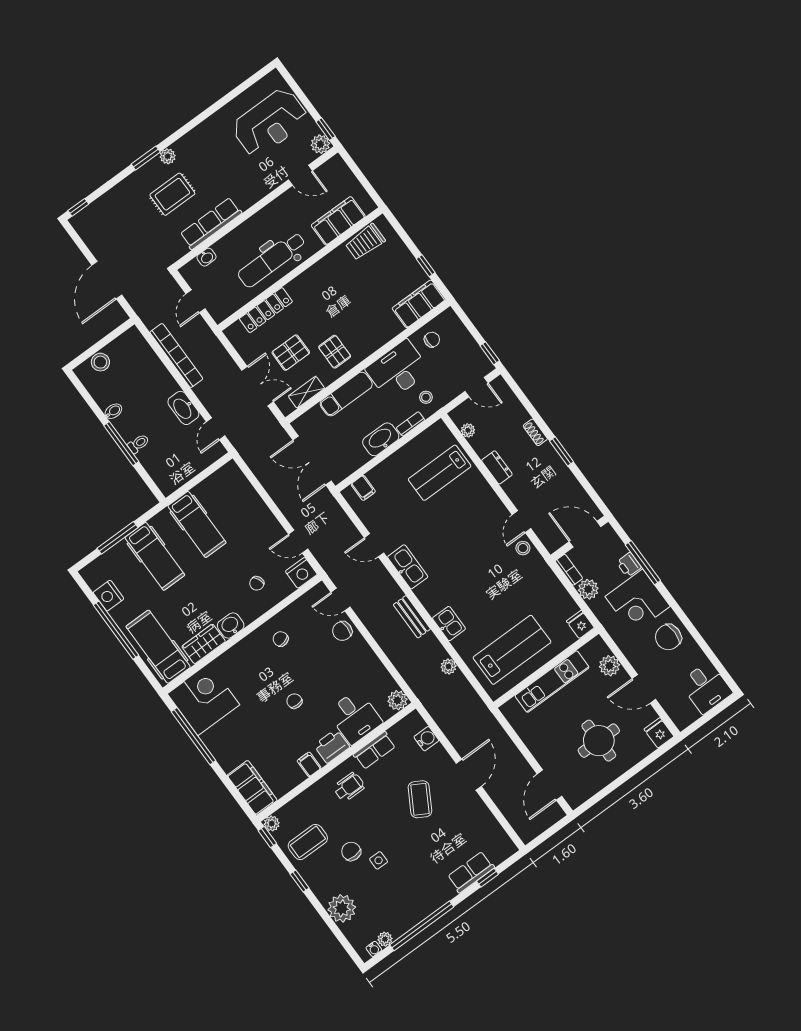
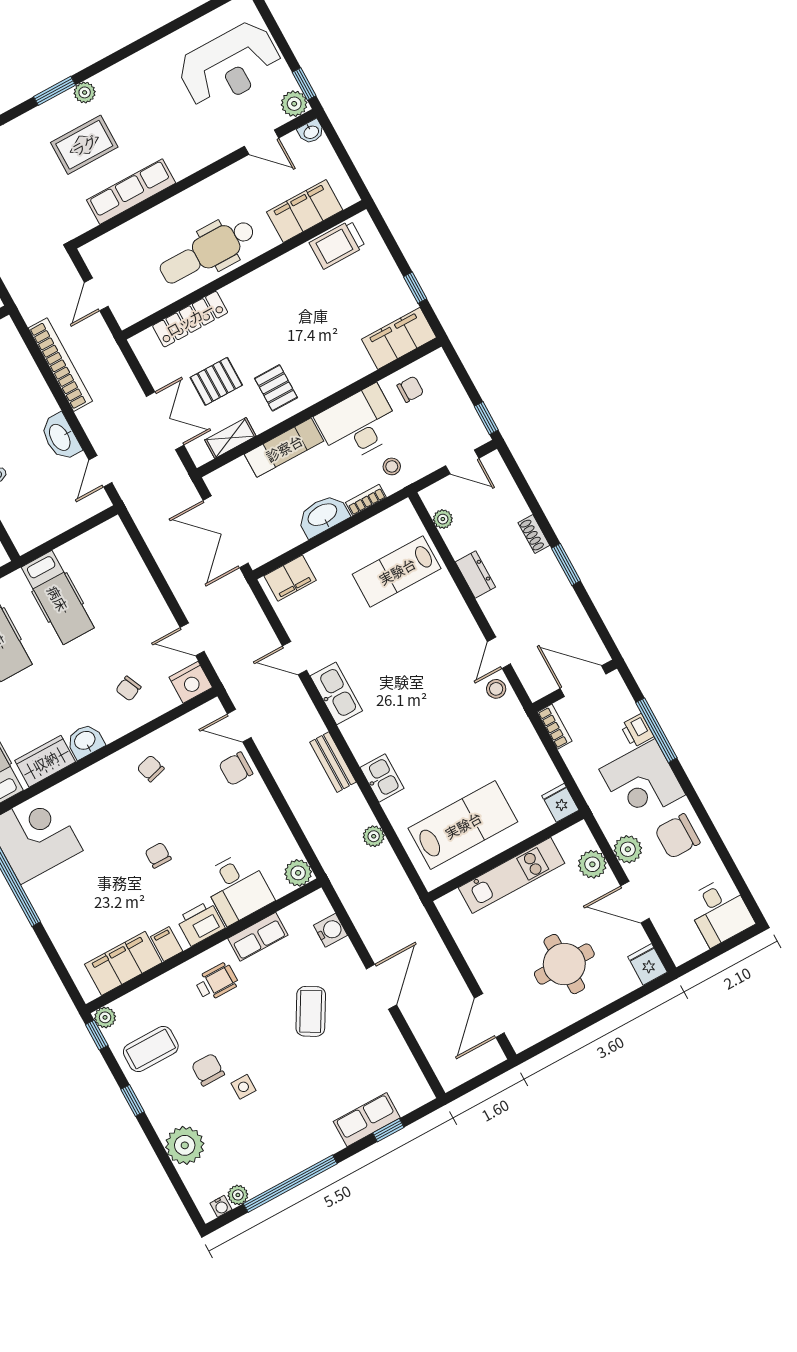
washbasin: (207, 257) -> (311, 132), moved
filing cabinet: (363, 488) -> (290, 578), width x2.00
plant: (588, 589) -> (628, 849), moved
filing cabinet: (252, 788) -> (123, 963), moved, turned -90

